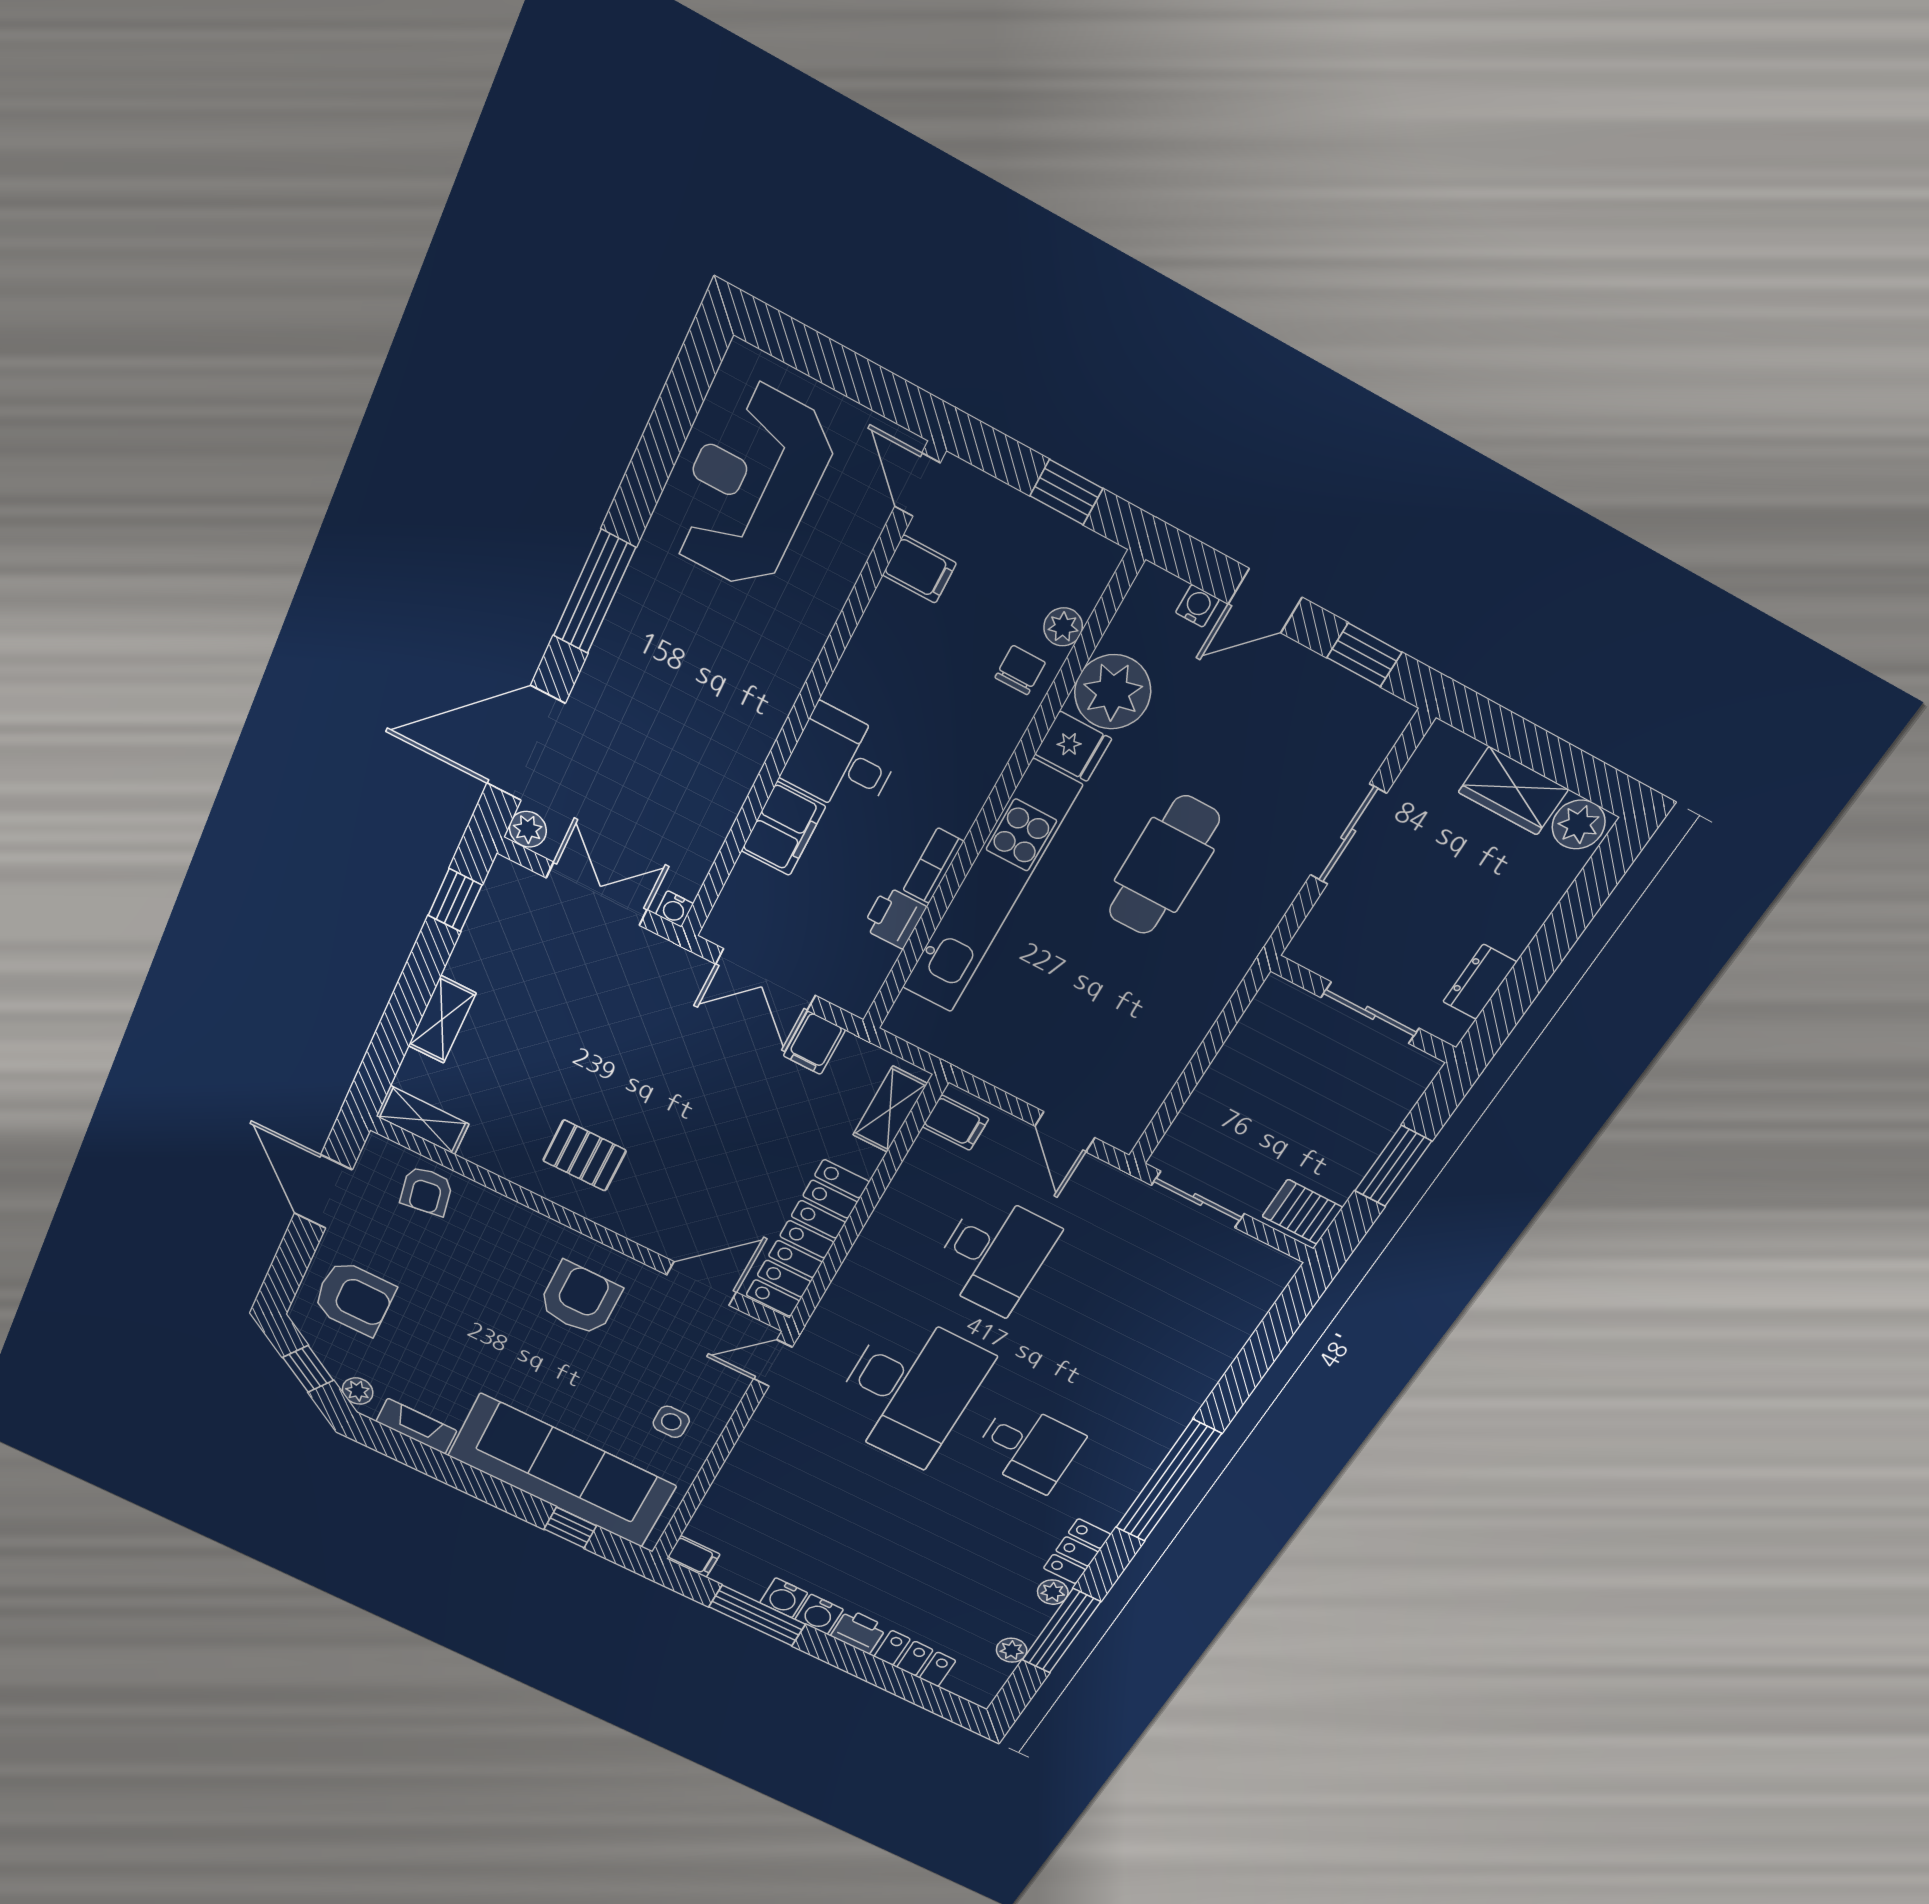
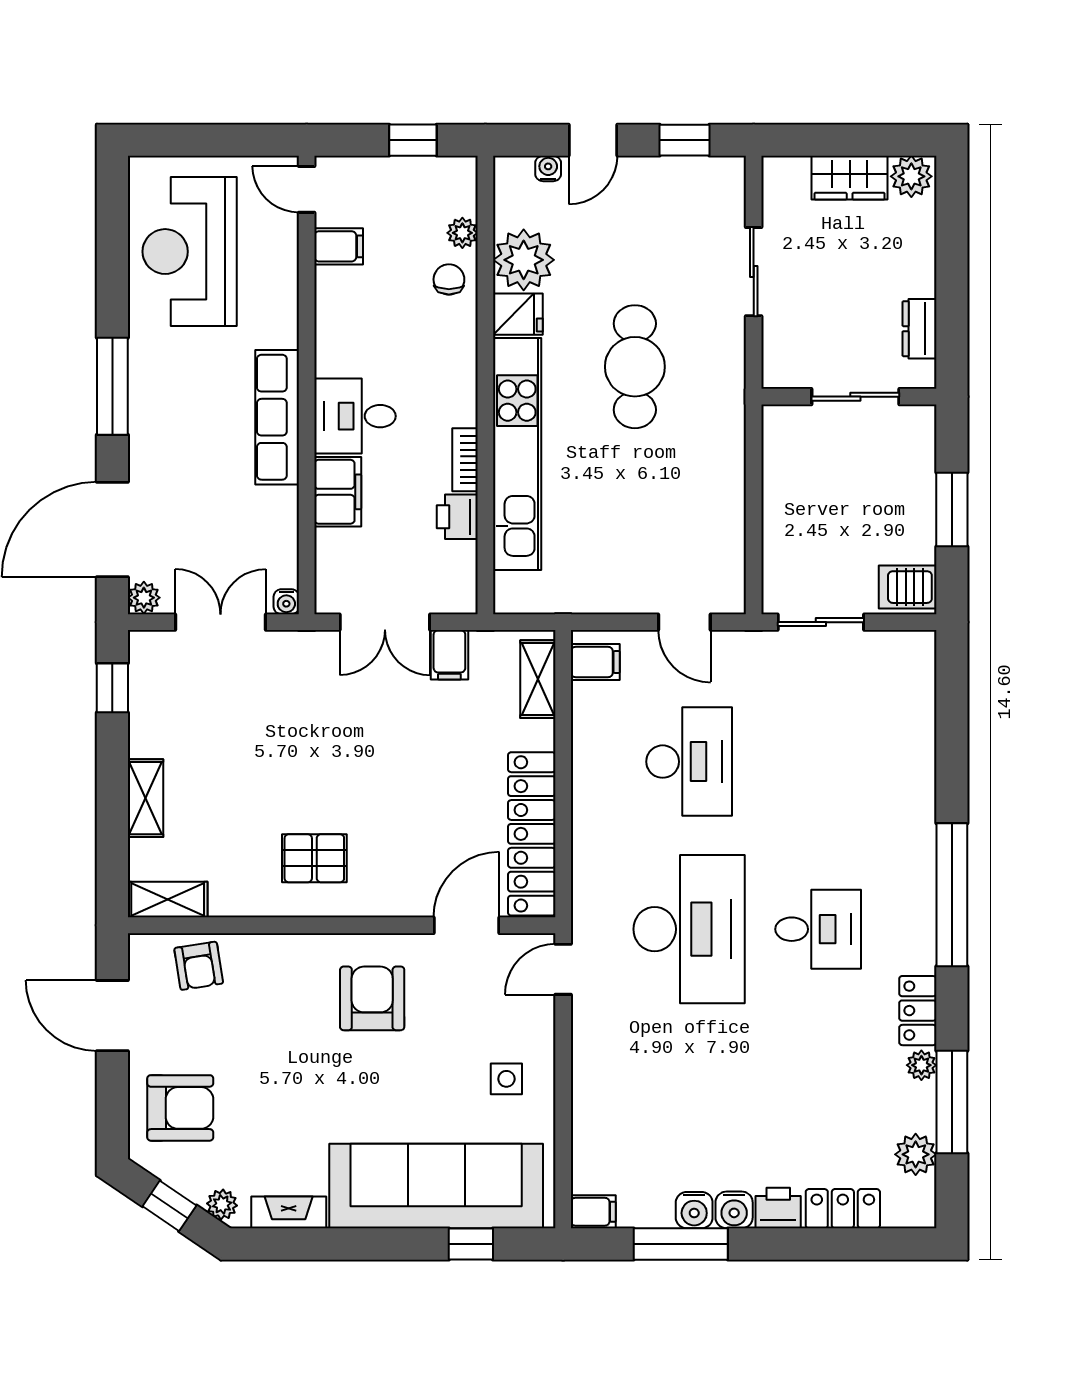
row of seats: (758, 719) -> (277, 417), added
plant: (1012, 1650) -> (916, 1154), width x1.38, depth x1.38

